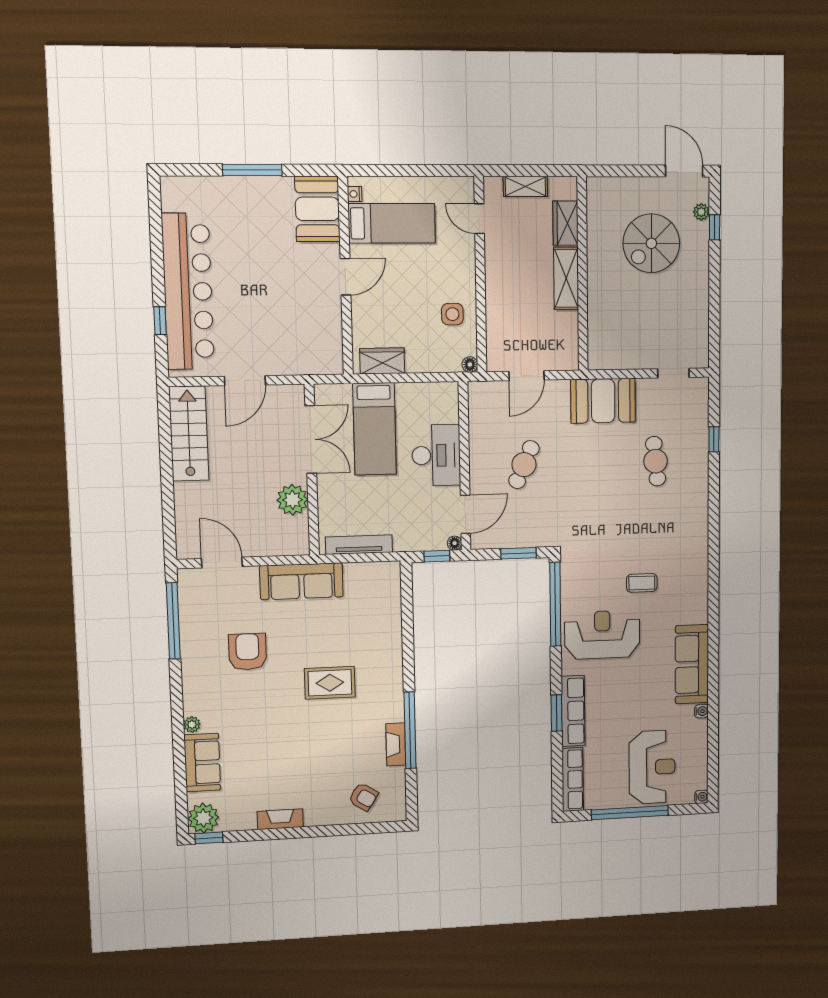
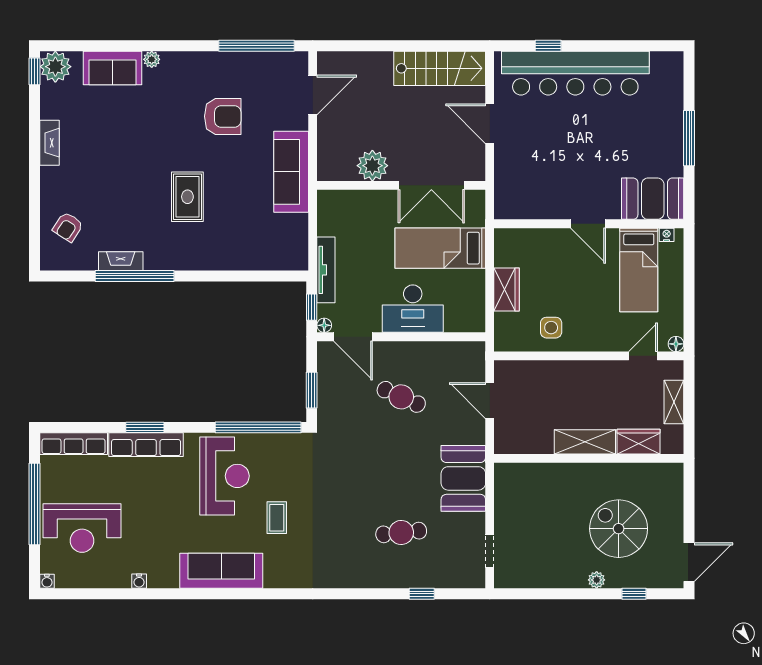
plant: (701, 212) -> (597, 580), moved
wardrobe: (382, 361) -> (507, 289), moved
floor lamp: (470, 365) -> (676, 344), moved
tv unit: (359, 545) -> (326, 270), moved
sofa: (692, 664) -> (221, 571), moved

